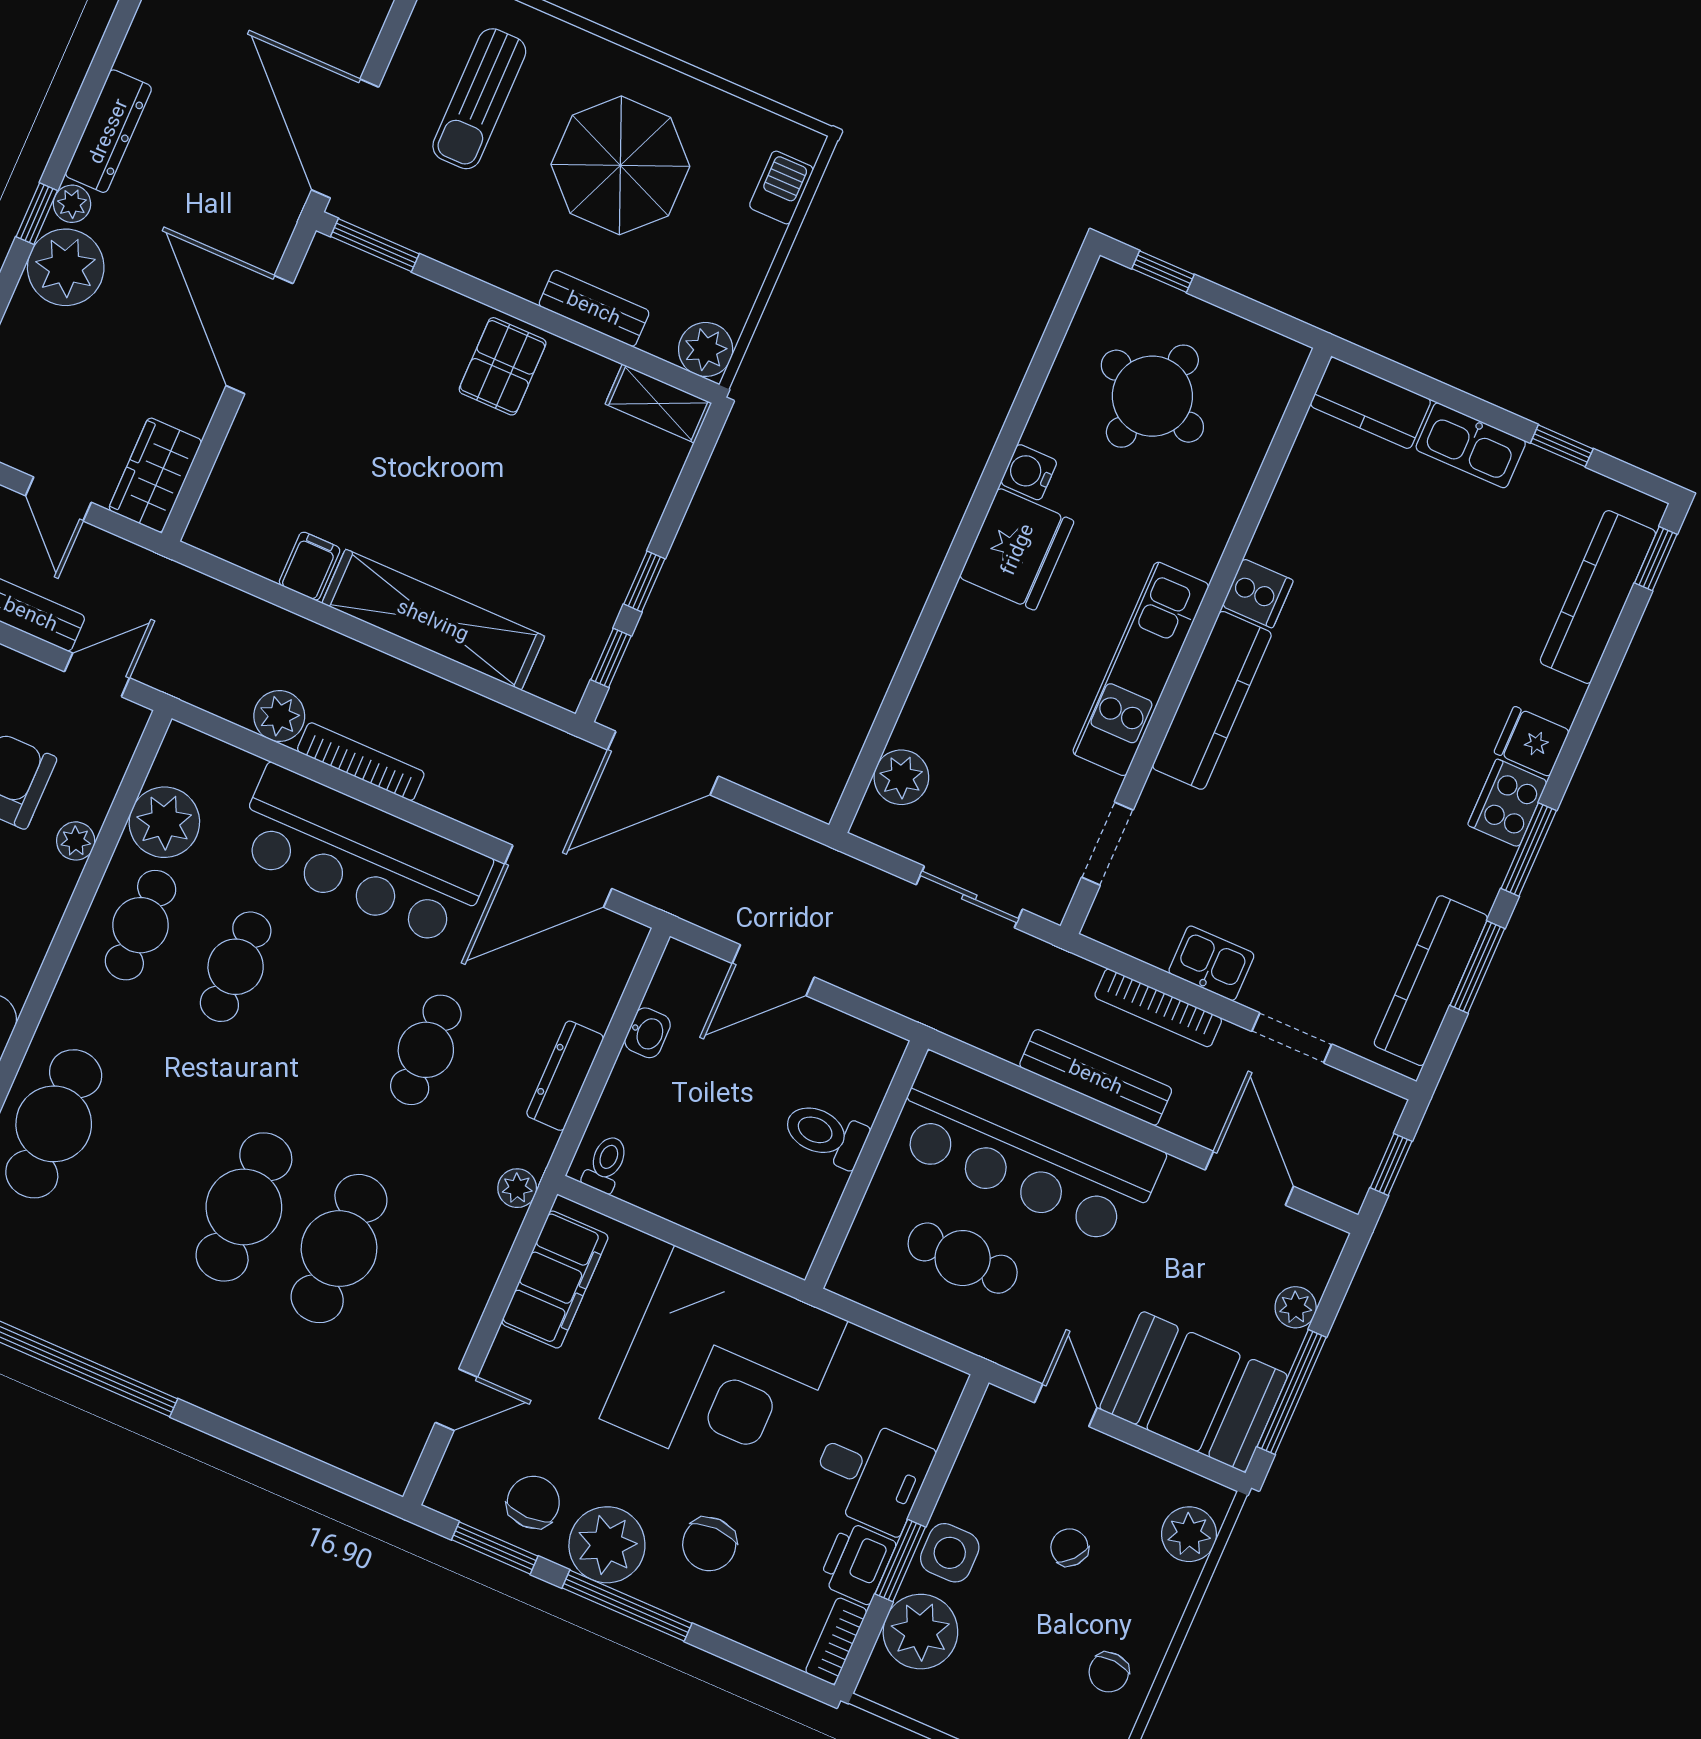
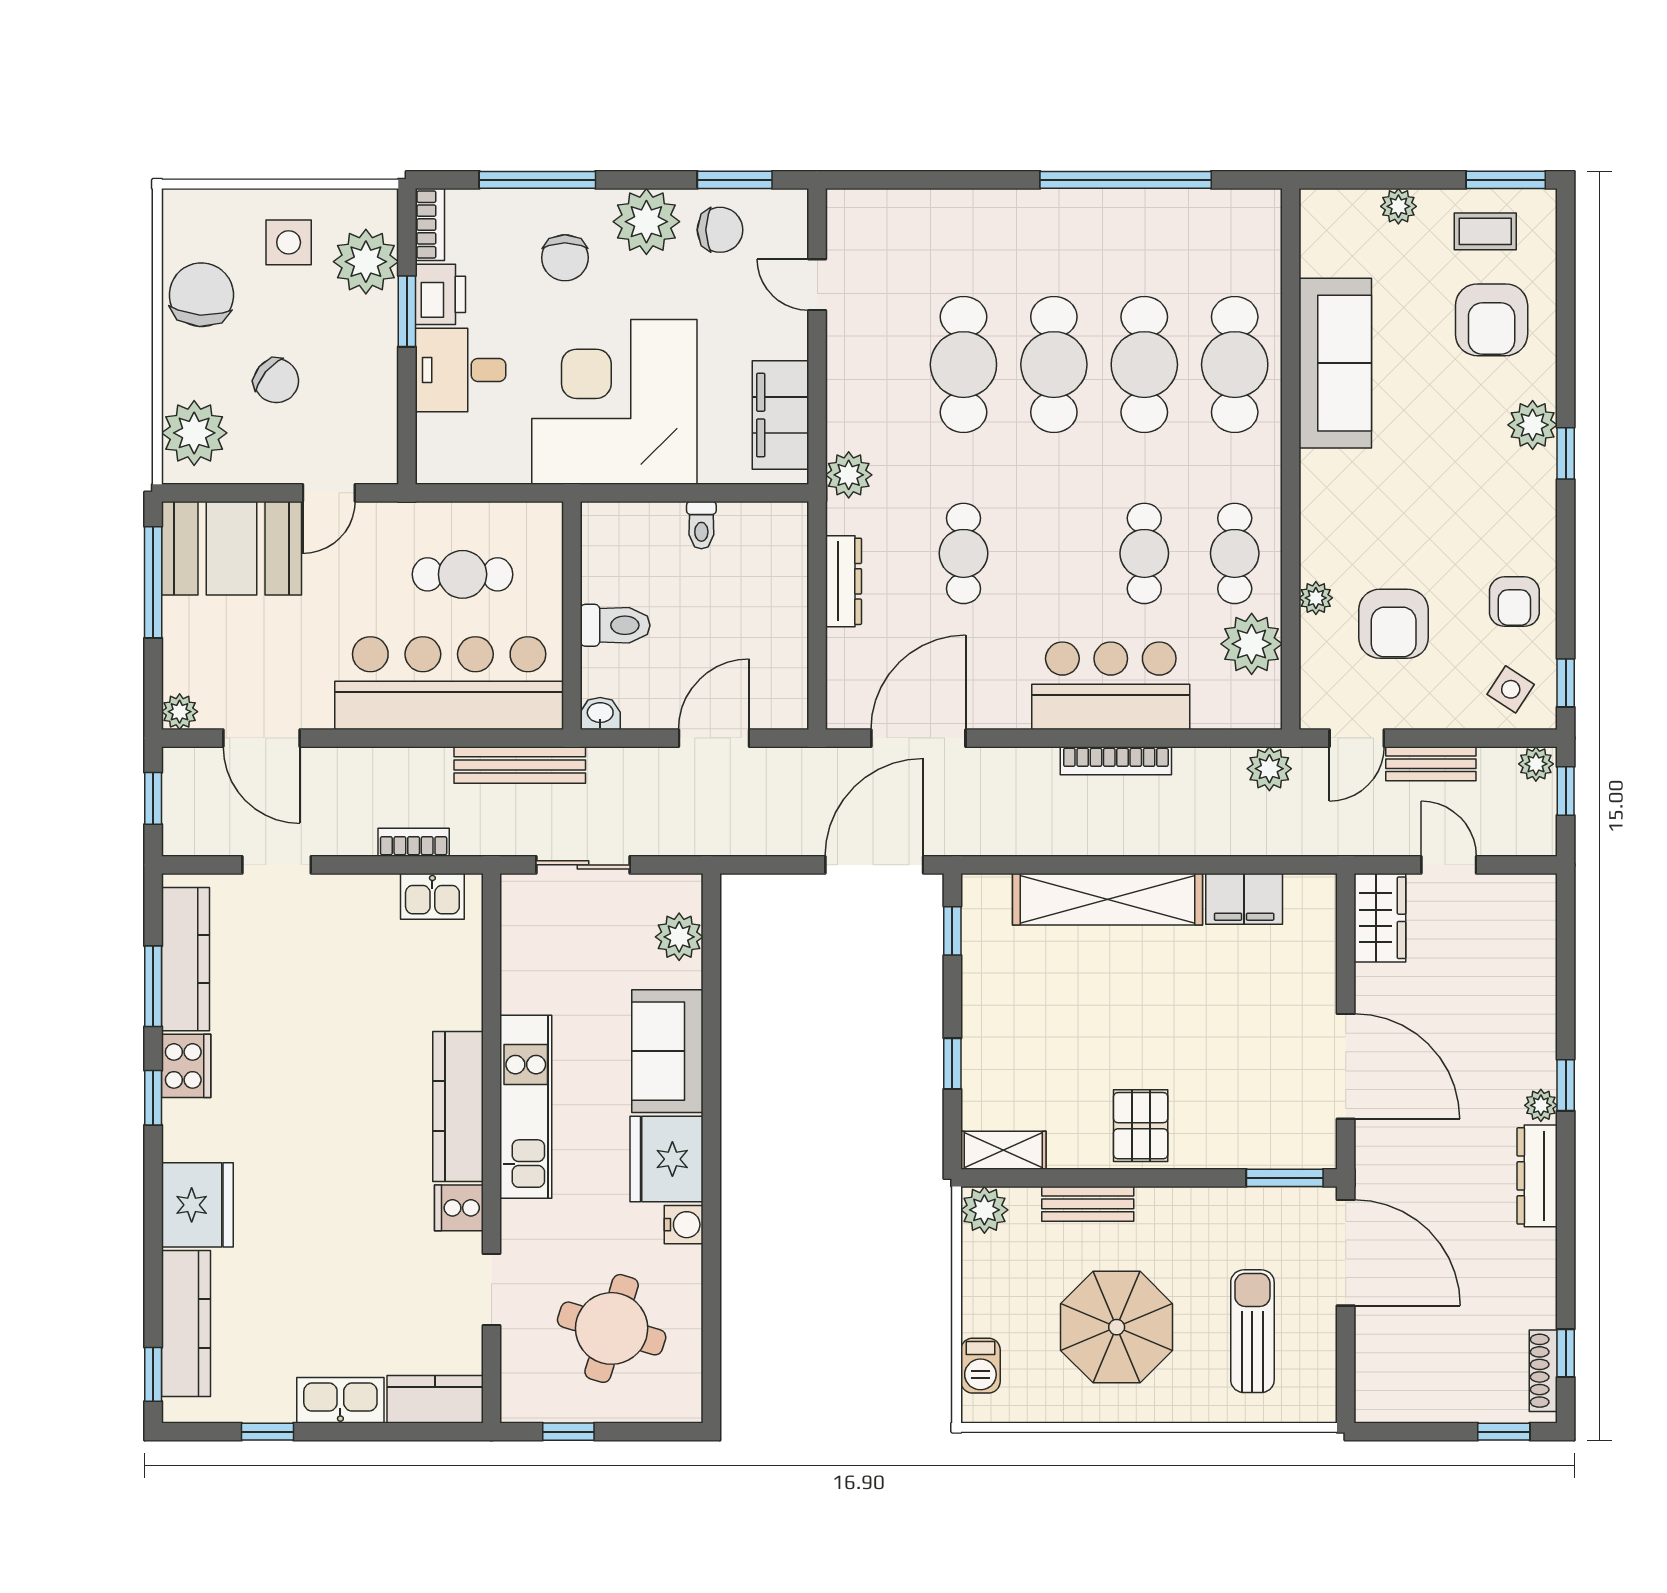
plant: (66, 267) -> (1524, 1052), removed
window: (1163, 272) -> (568, 1432), moved
filing cabinet: (310, 566) -> (1244, 899), width x2.00
window: (644, 581) -> (952, 1064), moved
sofa: (966, 662) -> (667, 1051), added
plant: (279, 716) -> (1269, 769), moved
fridge: (1532, 742) -> (197, 1205), width x1.88, depth x1.34
cooker: (1508, 803) -> (186, 1066), moved
doorway: (1107, 844) -> (491, 1289), moved
window: (1529, 850) -> (153, 1098), width x0.67
bar counter: (362, 856) -> (1111, 686), width x0.73
kitchen sink: (1211, 963) -> (432, 896), moved
bookcase: (1158, 1008) -> (414, 842), width x0.64
washbasin: (648, 1033) -> (600, 713), moved, turned 90
bench: (1096, 1077) -> (520, 765), moved
toilet: (606, 1164) -> (701, 525), moved
cafe table: (149, 1165) -> (1144, 365), added
plant: (517, 1188) -> (849, 475), width x1.38, depth x1.38
plant: (1296, 1307) -> (180, 712), moved
door: (456, 1400) -> (817, 285), hinge flipped
door: (1066, 1405) -> (329, 493), hinge flipped
chair: (533, 1502) -> (720, 230), turned -90
plant: (1189, 1534) -> (194, 433), width x1.36, depth x1.36
chair: (709, 1544) -> (565, 258), turned 180
chair: (1069, 1547) -> (276, 381), width x1.37, depth x1.37
side table: (950, 1553) -> (289, 242), moved
window: (627, 1606) -> (537, 180), moved
chair: (1109, 1672) -> (201, 295), width x1.87, depth x1.87

